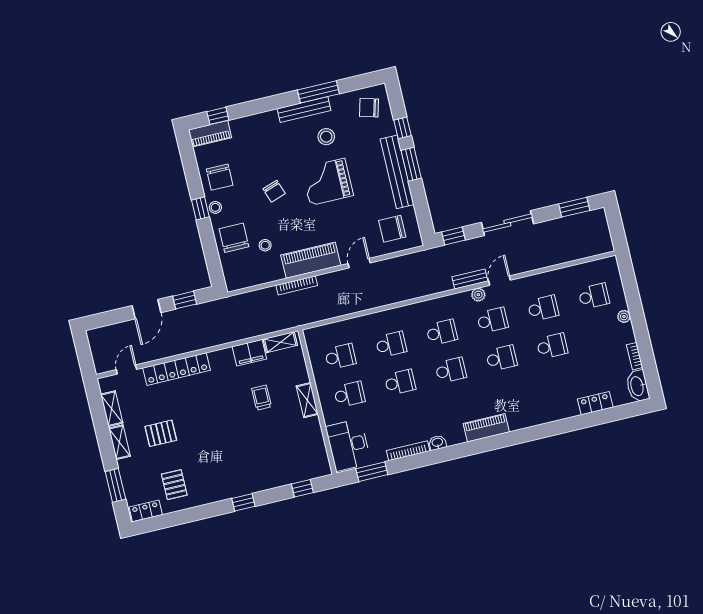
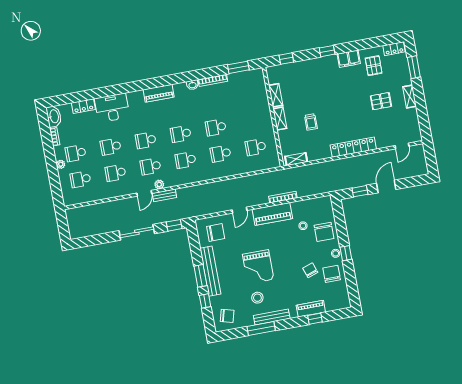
window: (218, 116) -> (315, 319), moved
piano: (210, 134) -> (311, 309), moved
grand piano: (327, 182) -> (258, 267), turned 90
chair: (274, 191) -> (310, 270), moved
window: (574, 207) -> (91, 241), removed
filing cabinet: (249, 353) -> (349, 59), moved, turned 180
locker: (177, 369) -> (353, 147), moved
school desk: (349, 394) -> (76, 153), moved
shelving: (112, 409) -> (276, 95), moved
desk: (348, 445) -> (112, 108), moved, turned -90

